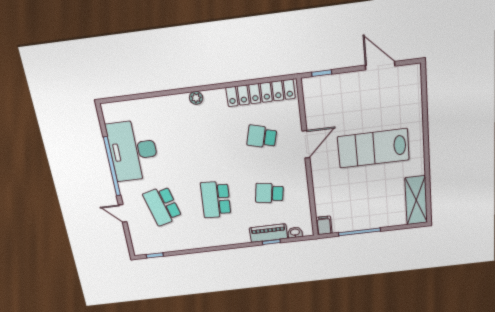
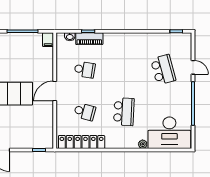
plant: (196, 98) -> (143, 144), moved
door: (306, 144) -> (55, 91), moved
desk: (133, 151) -> (169, 133), moved, turned 90
school desk: (216, 200) -> (124, 112), moved

